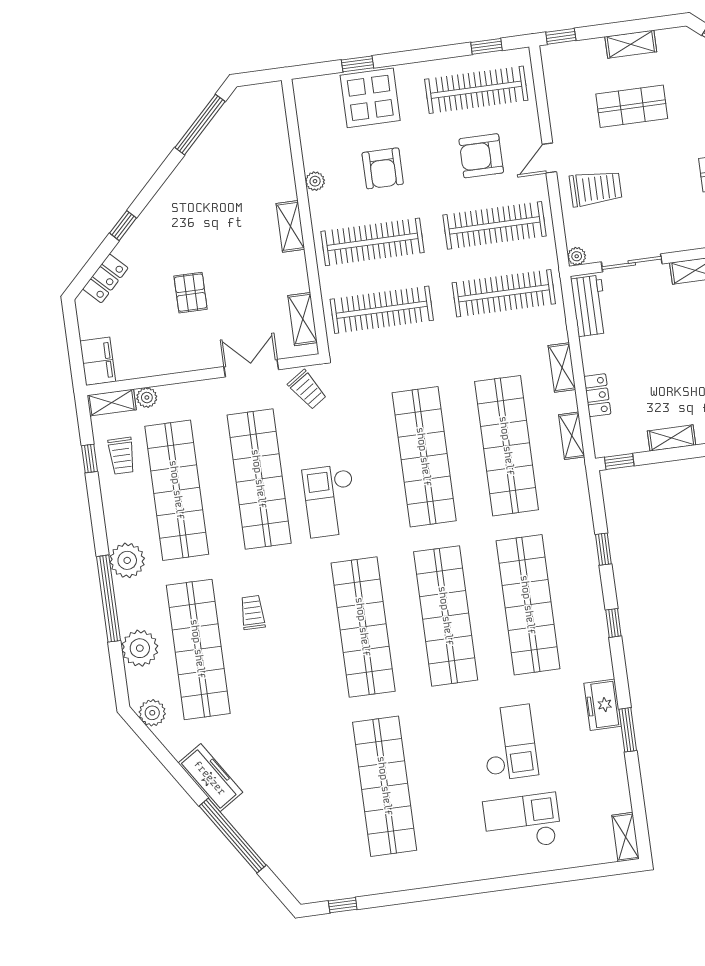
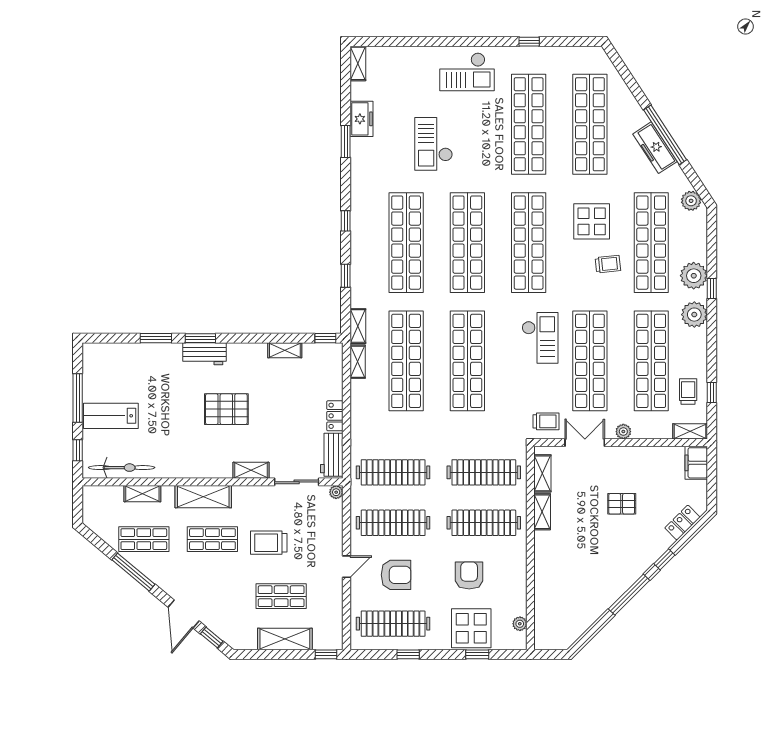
shelving: (631, 44) -> (285, 639), width x1.50, depth x1.33
window: (487, 46) -> (408, 654), moved
window: (200, 125) -> (629, 595), moved
plant: (315, 181) -> (520, 624), moved
trolley: (596, 188) -> (269, 543), moved
shelving: (290, 226) -> (542, 512), moved
pallet: (191, 293) -> (622, 504), turned 90
double door: (251, 368) -> (585, 443), swing flipped
shelving: (562, 368) -> (358, 326), moved
trolley: (307, 390) -> (546, 421), turned 124
locker: (597, 395) -> (335, 416), moved
plant: (147, 397) -> (623, 432), moved
window: (108, 599) -> (712, 289), width x0.32
trolley: (253, 613) -> (608, 264), turned -96
plant: (140, 648) -> (694, 276), moved
display table: (282, 667) -> (592, 221), added
freezer: (603, 705) -> (361, 119), moved
shop shelf: (302, 797) -> (590, 124), added
checkout: (522, 822) -> (467, 72), moved
window: (233, 836) -> (665, 135), moved
window: (343, 905) -> (529, 42), moved

